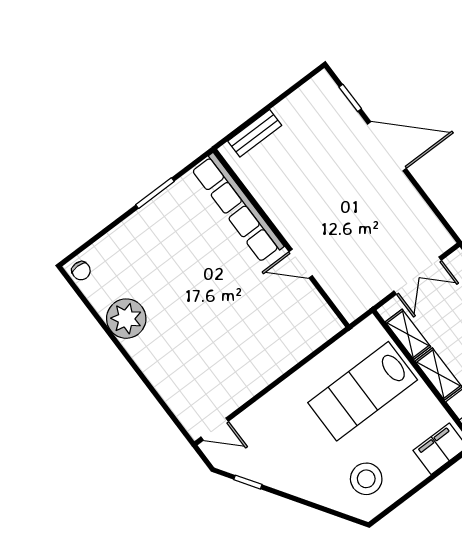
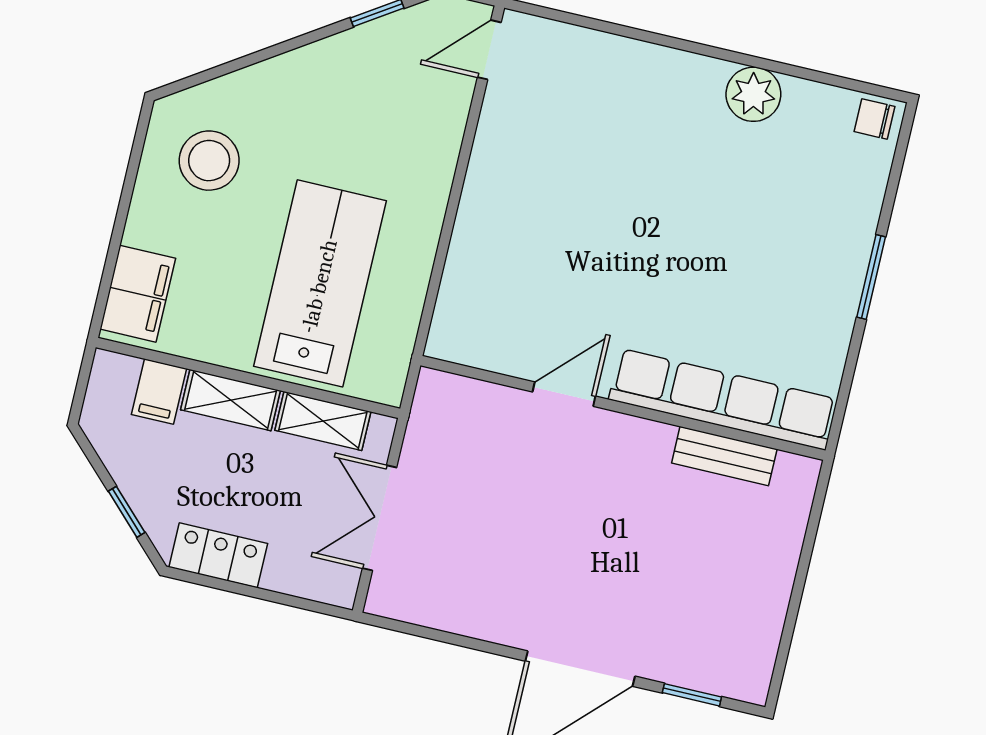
bench: (255, 133) -> (724, 456), moved, turned 90
window: (155, 193) -> (871, 277), moved
plant: (126, 319) -> (753, 94), width x0.73, depth x0.73

